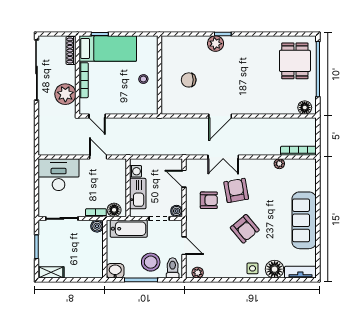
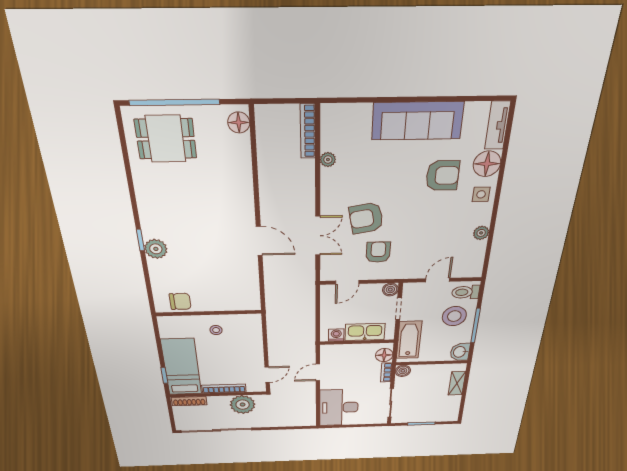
chair: (189, 80) -> (180, 301), moved, turned -90
armchair: (245, 229) -> (443, 176), moved, turned 40
shelving: (51, 272) -> (457, 383), moved
plant: (198, 273) -> (481, 233), moved

